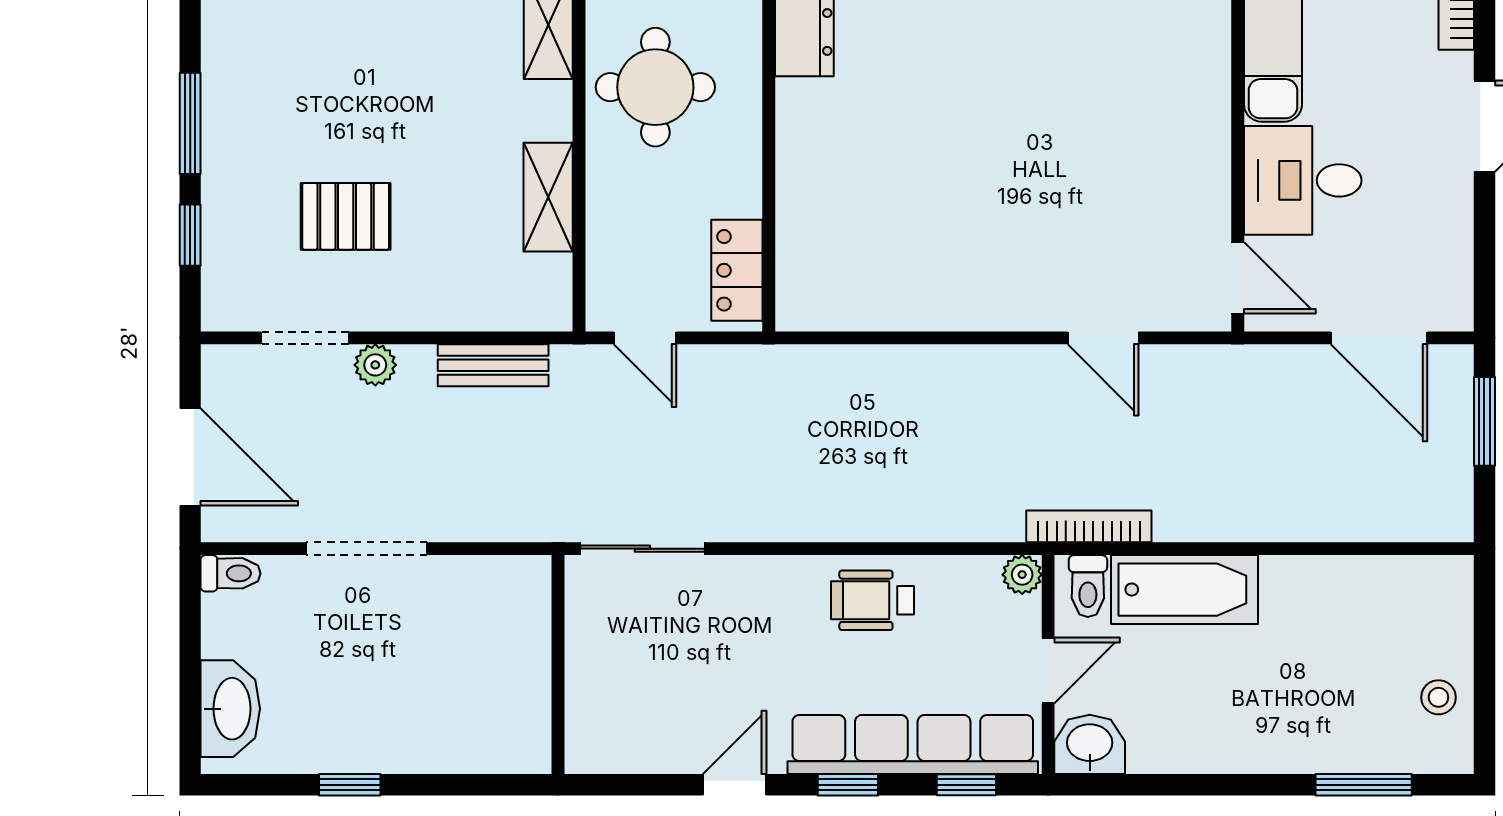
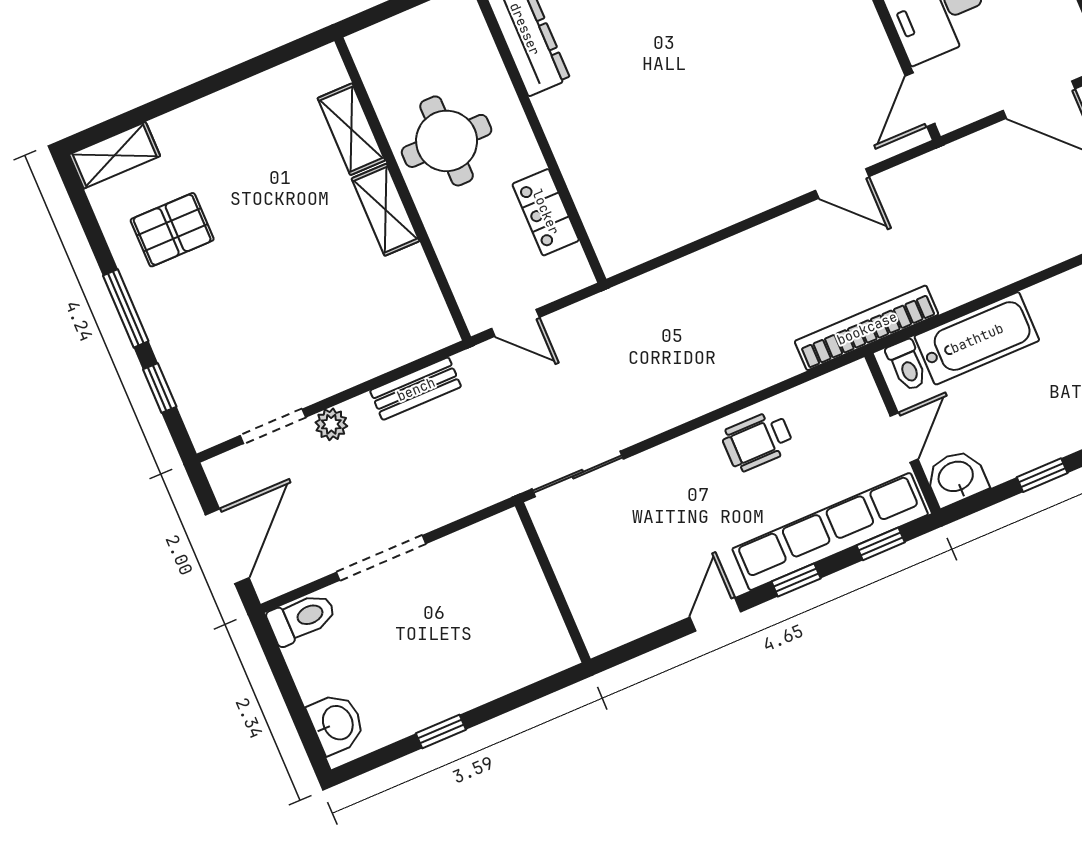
shelving: (548, 197) -> (386, 210), moved
pallet: (346, 216) -> (172, 230), moved
locker: (737, 270) -> (546, 212), moved
door: (1238, 278) -> (920, 100), swing flipped
door: (190, 457) -> (227, 546), hinge flipped
bookcase: (1089, 526) -> (867, 328), width x1.48, depth x1.31
toilet: (230, 573) -> (302, 618), width x1.37, depth x1.39
plant: (1022, 575) -> (856, 377), removed
washbasin: (230, 709) -> (337, 723), width x0.72
window: (1193, 785) -> (1042, 475), added

